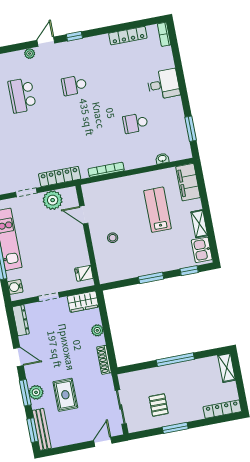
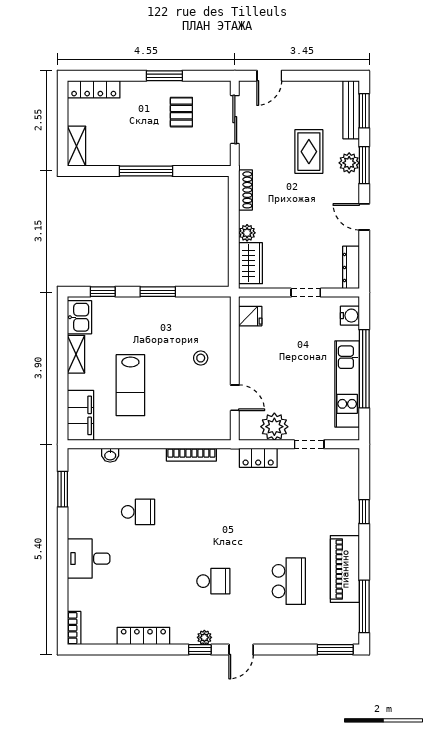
locker: (128, 36) -> (143, 636), moved
plant: (30, 54) -> (204, 637), moved
locker: (60, 176) -> (258, 458), width x0.66
wardrobe: (83, 302) -> (251, 263), moved, turned 90

